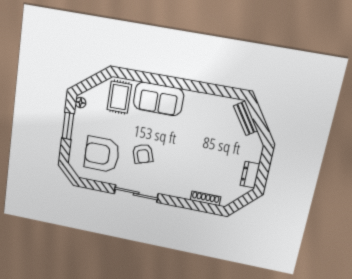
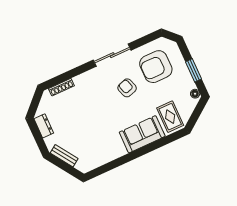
bench: (246, 118) -> (64, 156), moved
armchair: (102, 154) -> (156, 67), turned 180

